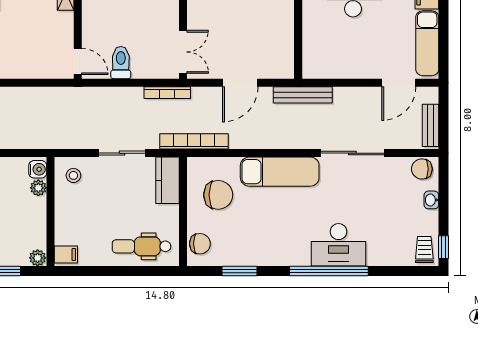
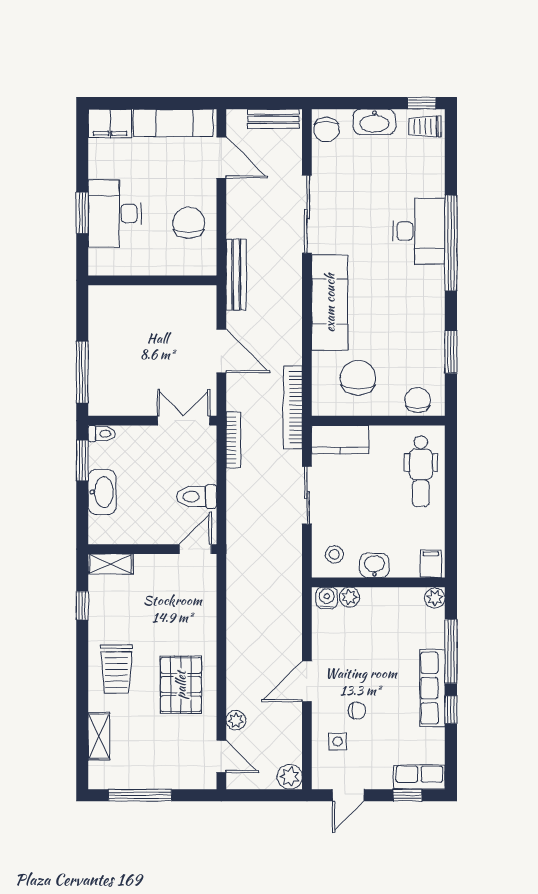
chair: (345, 56) -> (189, 223), added
washbasin: (431, 200) -> (374, 122), width x1.91, depth x1.45
washbasin: (64, 208) -> (374, 565), added

